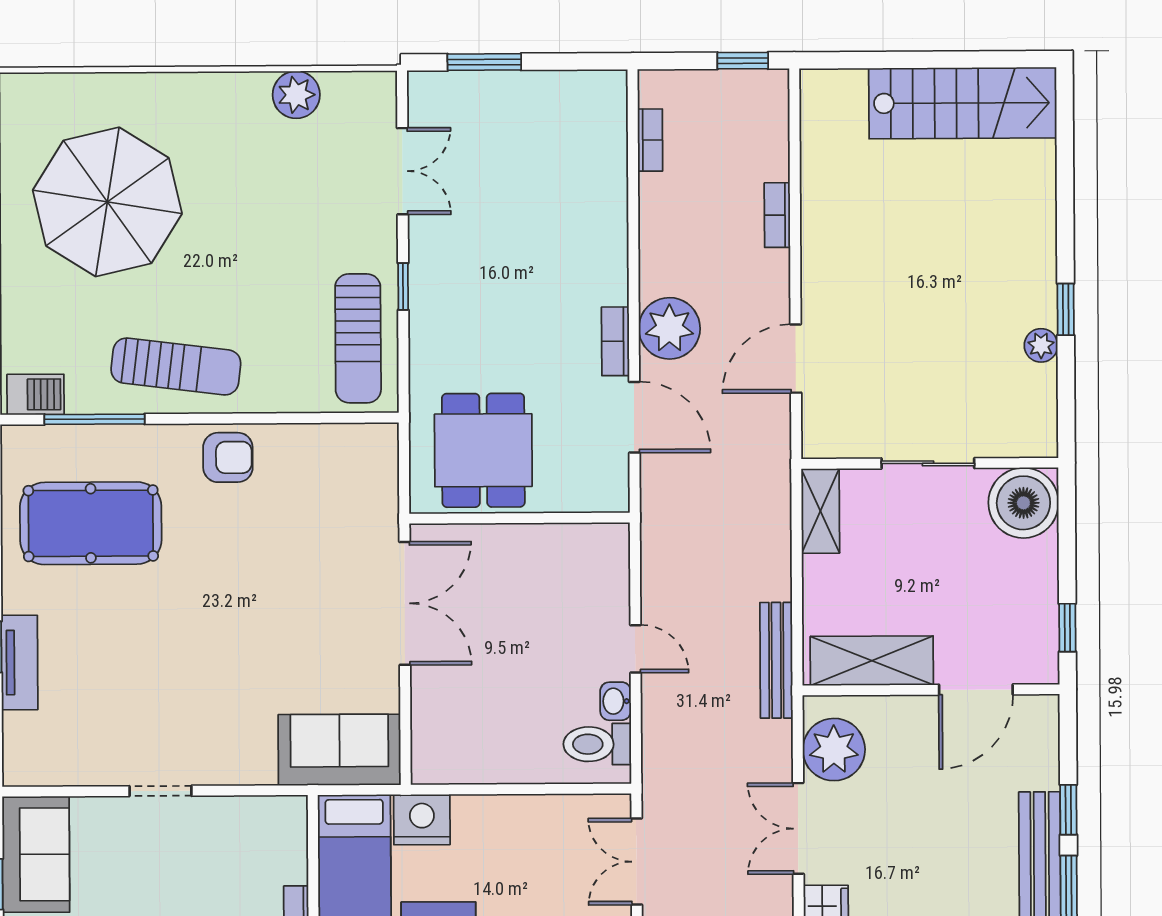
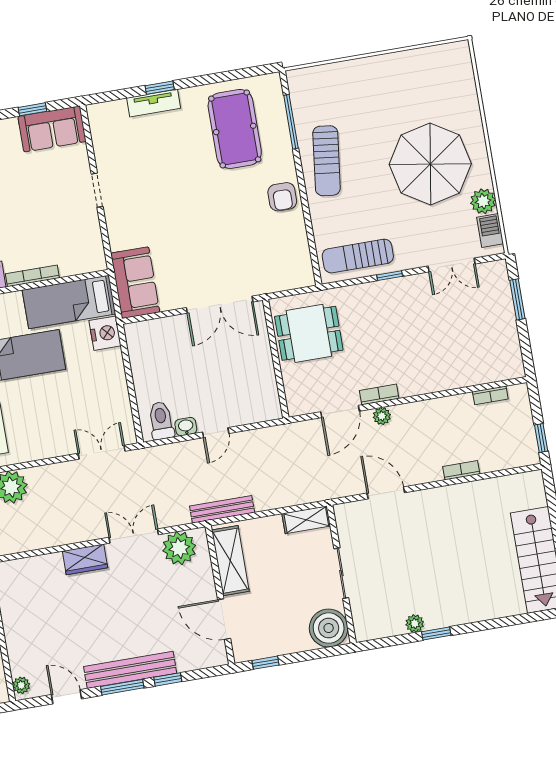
parasol: (107, 202) -> (430, 164), moved
plant: (669, 328) -> (382, 416), width x0.53, depth x0.53
barbecue: (36, 394) -> (490, 231), moved, turned 180

